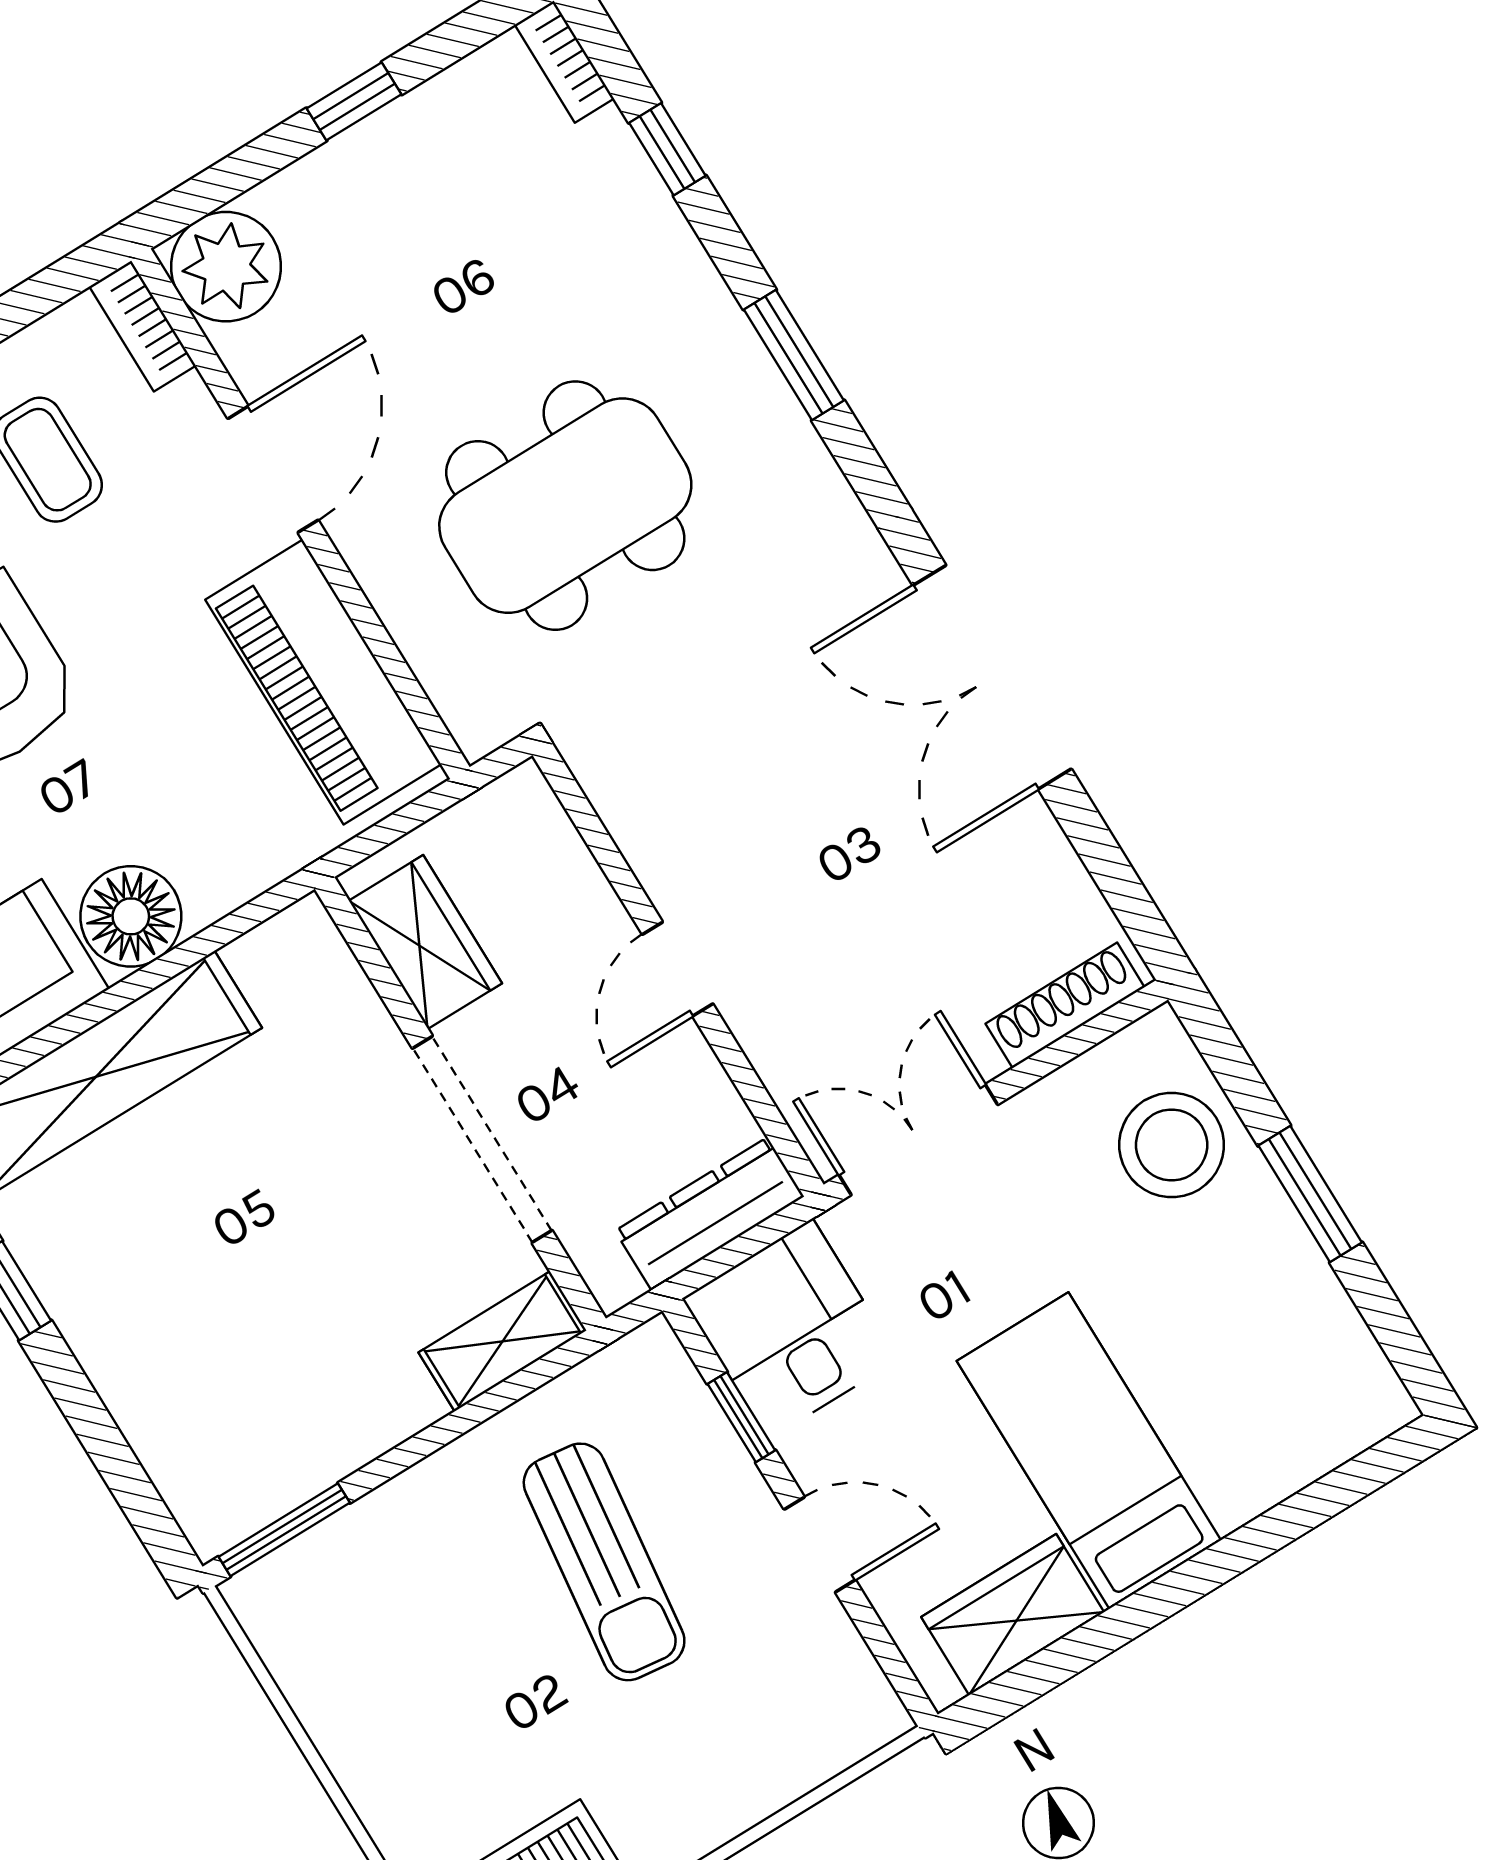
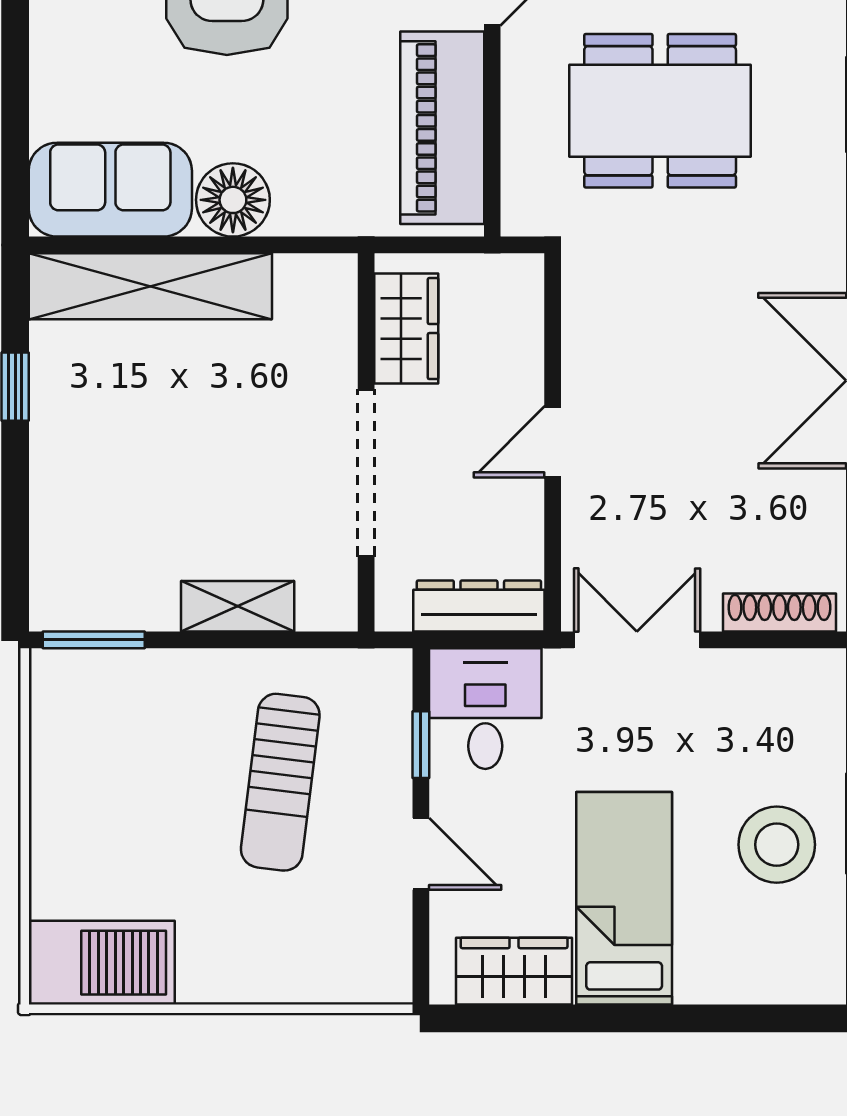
stool: (1172, 1145) -> (777, 845), moved
shelving: (502, 1341) -> (238, 606), moved

